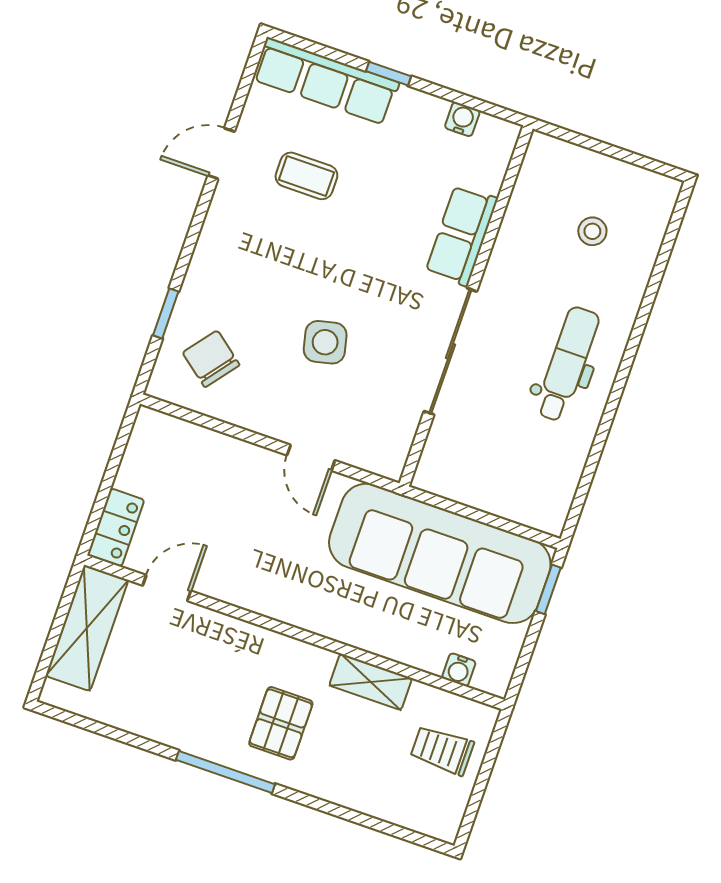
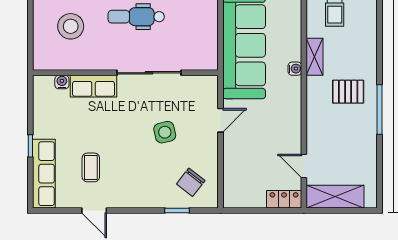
water cooler: (462, 119) -> (62, 82), moved, turned 90
stool: (592, 231) -> (71, 26), width x1.89, depth x1.89
water cooler: (459, 670) -> (295, 69), moved

